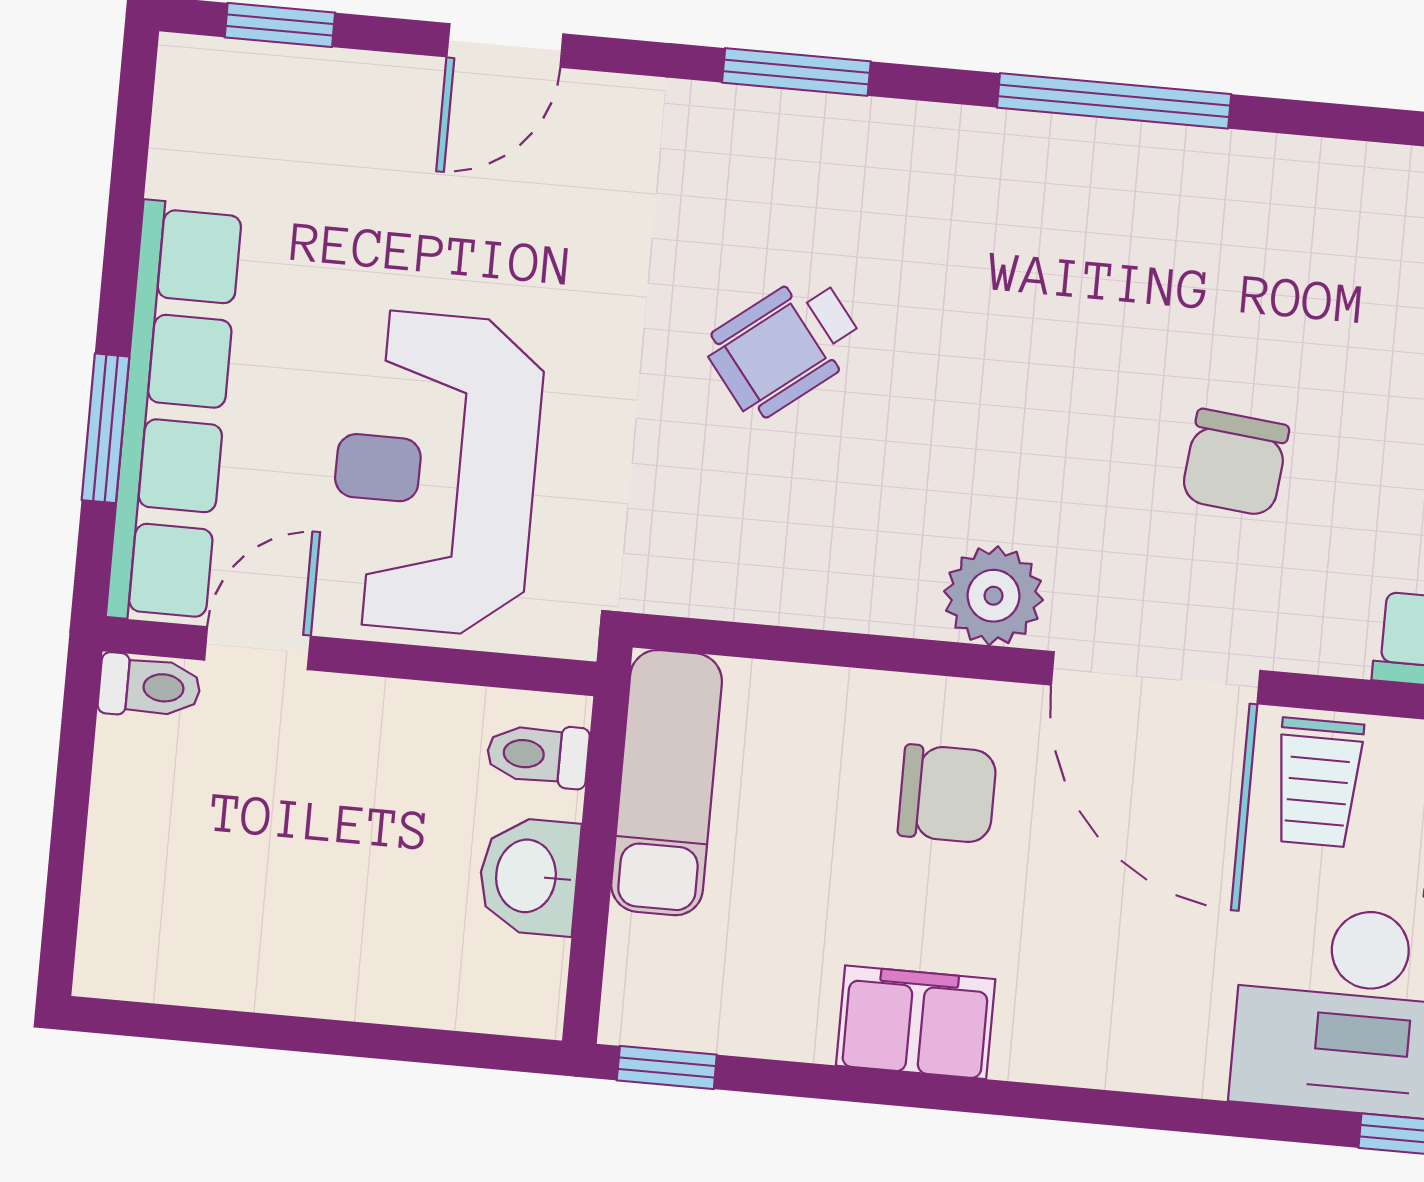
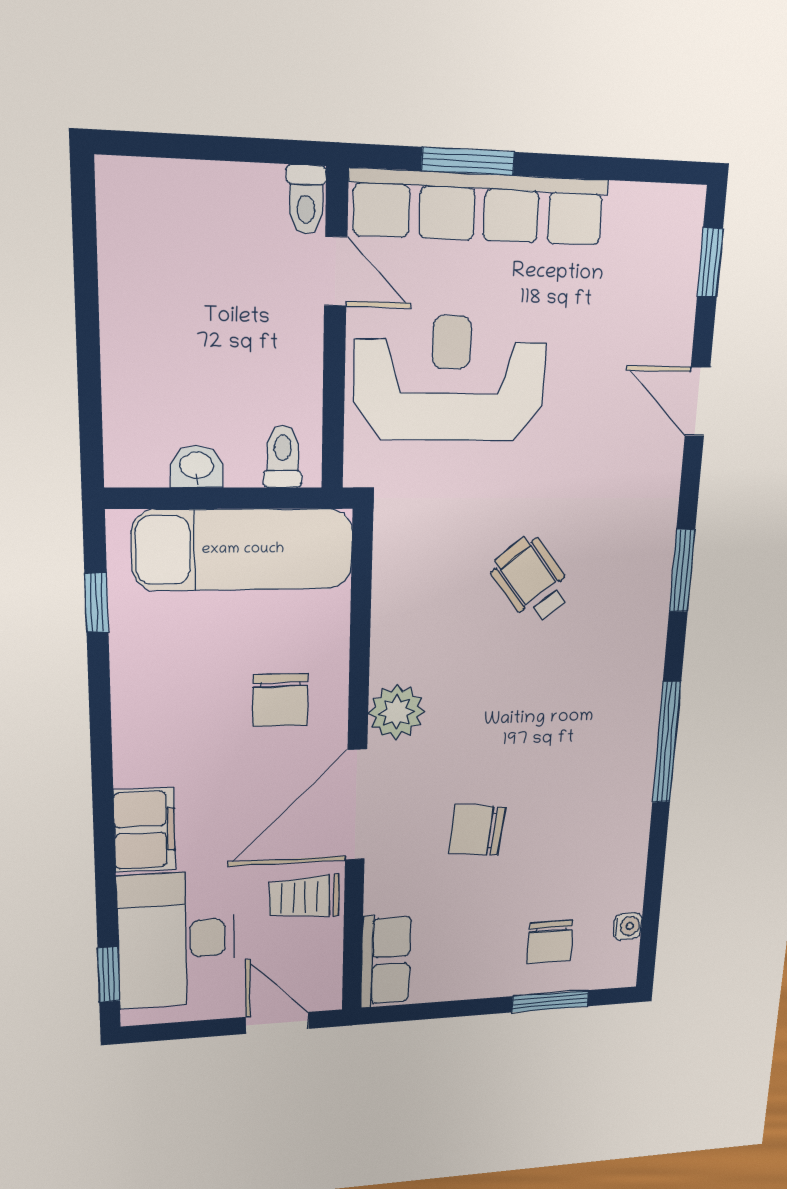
exam couch: (667, 783) -> (243, 550), width x1.36, depth x1.45
washbasin: (529, 876) -> (197, 467), width x0.72, depth x0.69
filing cabinet: (916, 1022) -> (145, 830), moved
window: (667, 1068) -> (97, 603), moved

